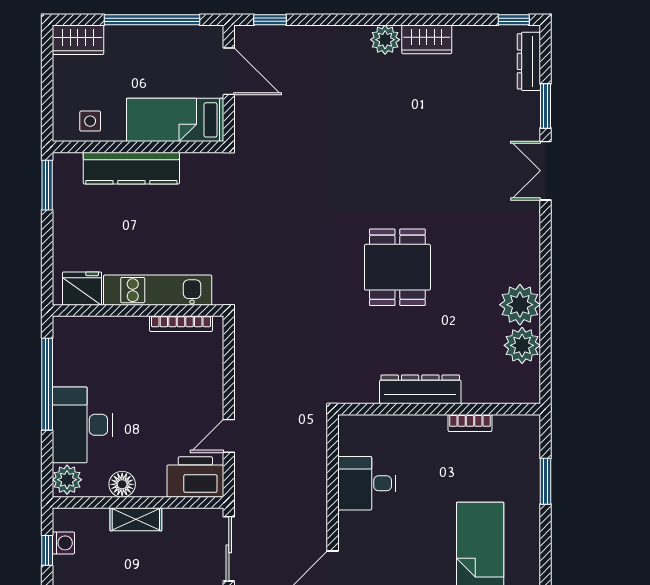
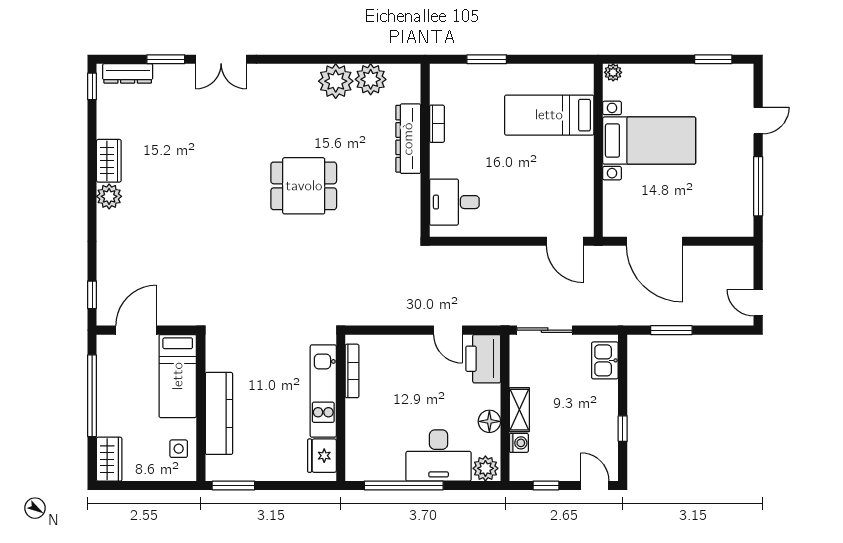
dresser: (420, 389) -> (408, 139), moved
desk: (367, 483) -> (454, 202), moved, turned 90
washing machine: (63, 543) -> (519, 443), moved, turned 90

